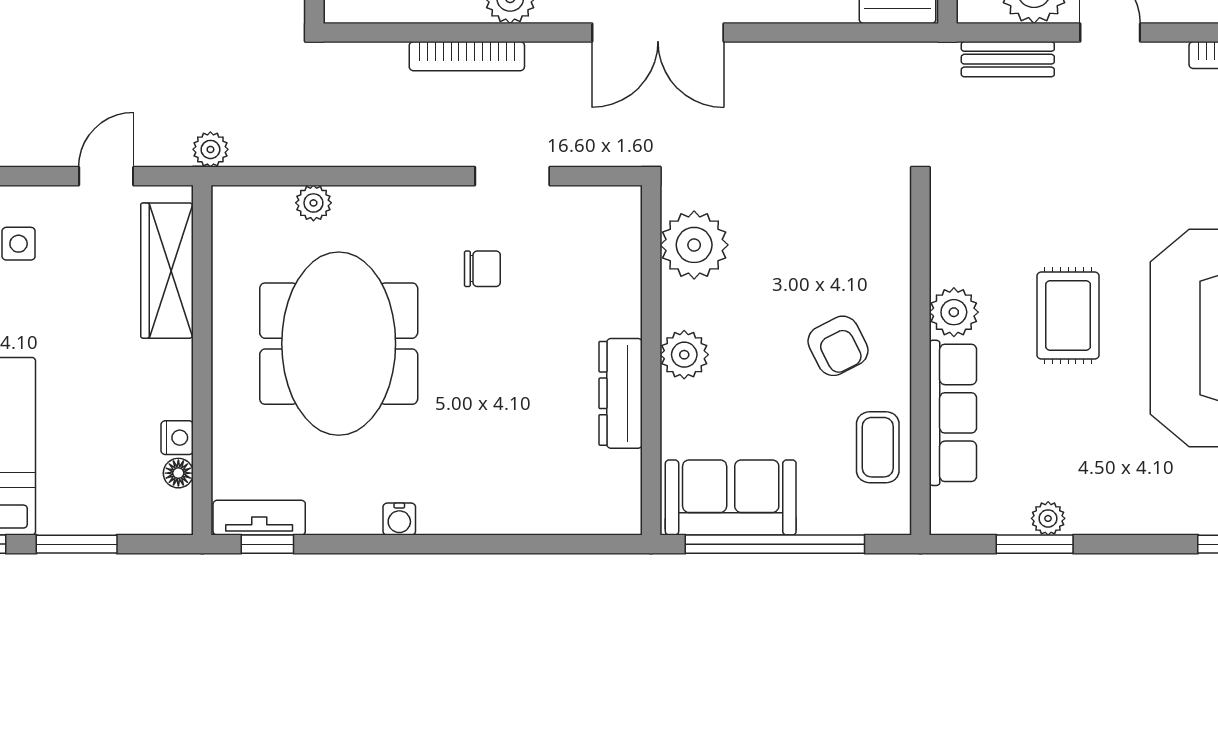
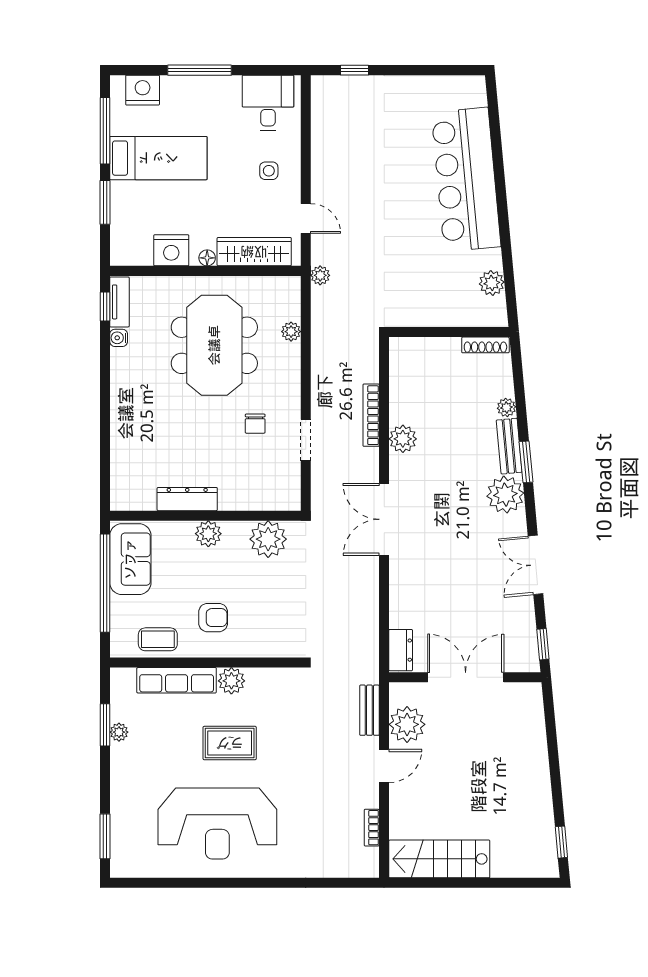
meeting table: (339, 344) -> (214, 345), turned 90
armchair: (838, 346) -> (213, 618), turned -153
nightstand: (177, 438) -> (171, 250), width x1.89, depth x1.79
floor lamp: (178, 473) -> (207, 258), moved
water cooler: (399, 519) -> (119, 338), moved

